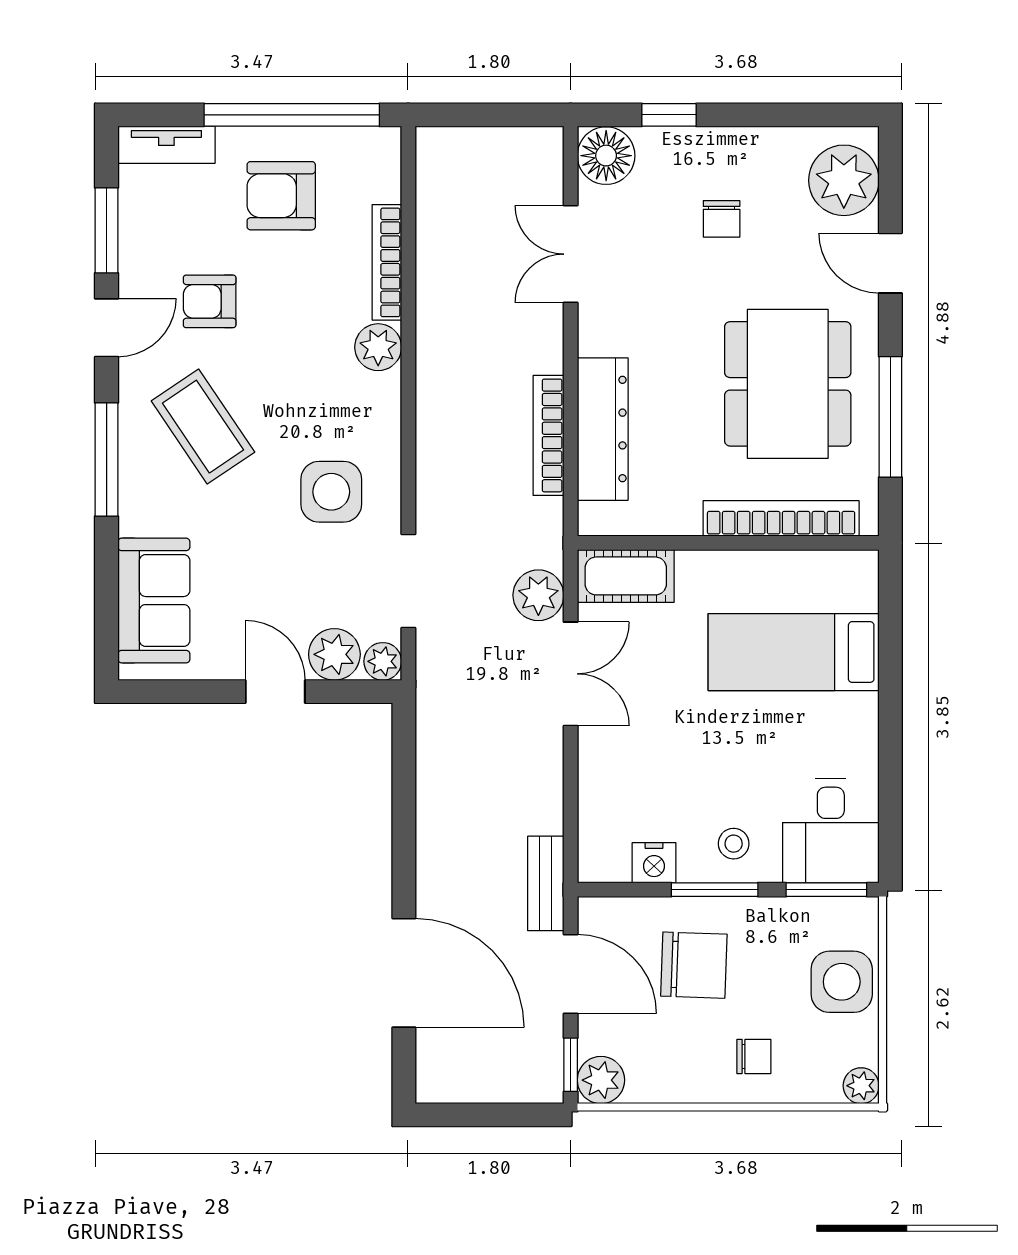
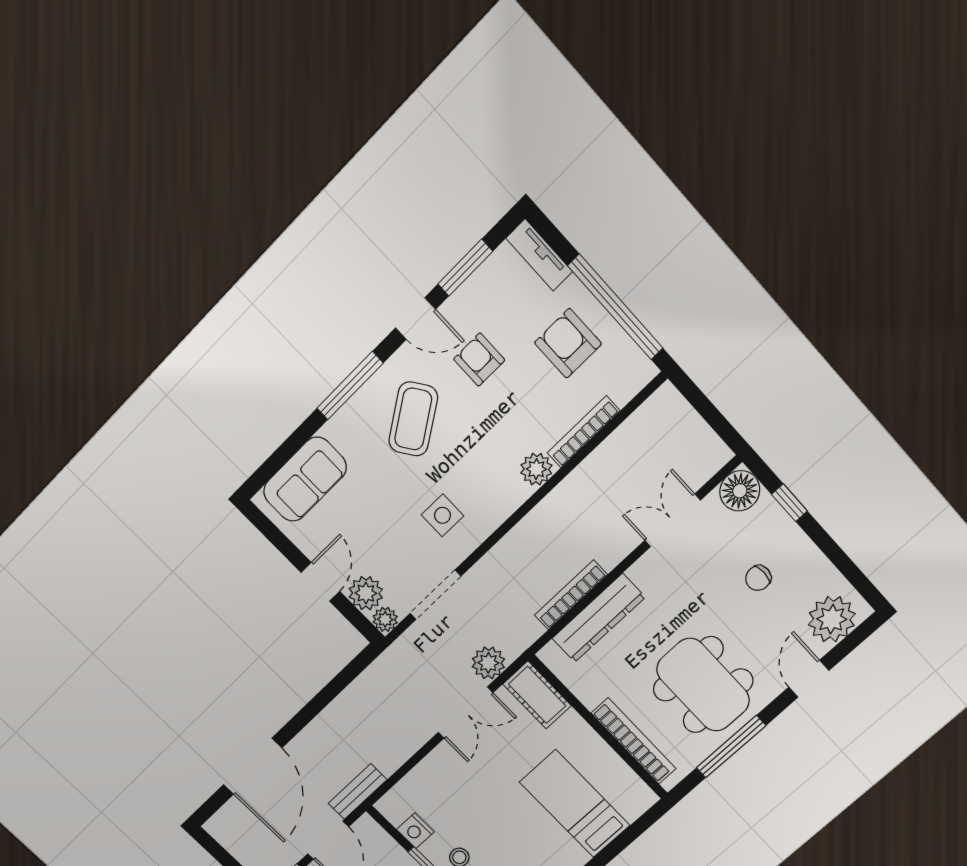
dining table: (788, 384) -> (703, 685), turned 90
side table: (331, 492) -> (442, 515), width x0.73, depth x0.73

